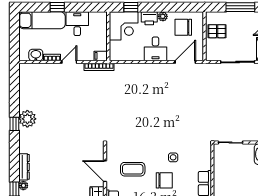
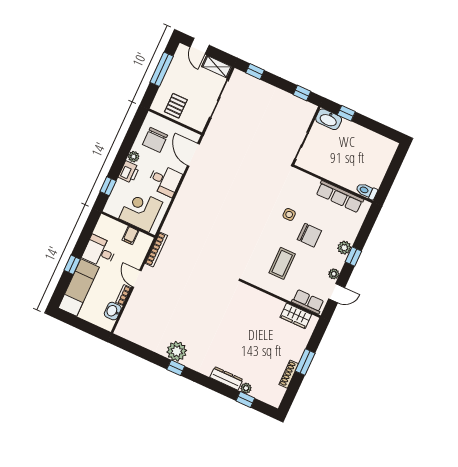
corner desk: (124, 26) -> (141, 210), moved, turned -90
filing cabinet: (101, 56) -> (130, 235), moved
door: (105, 171) -> (271, 294), removed
chair: (164, 180) -> (309, 235), turned 90

